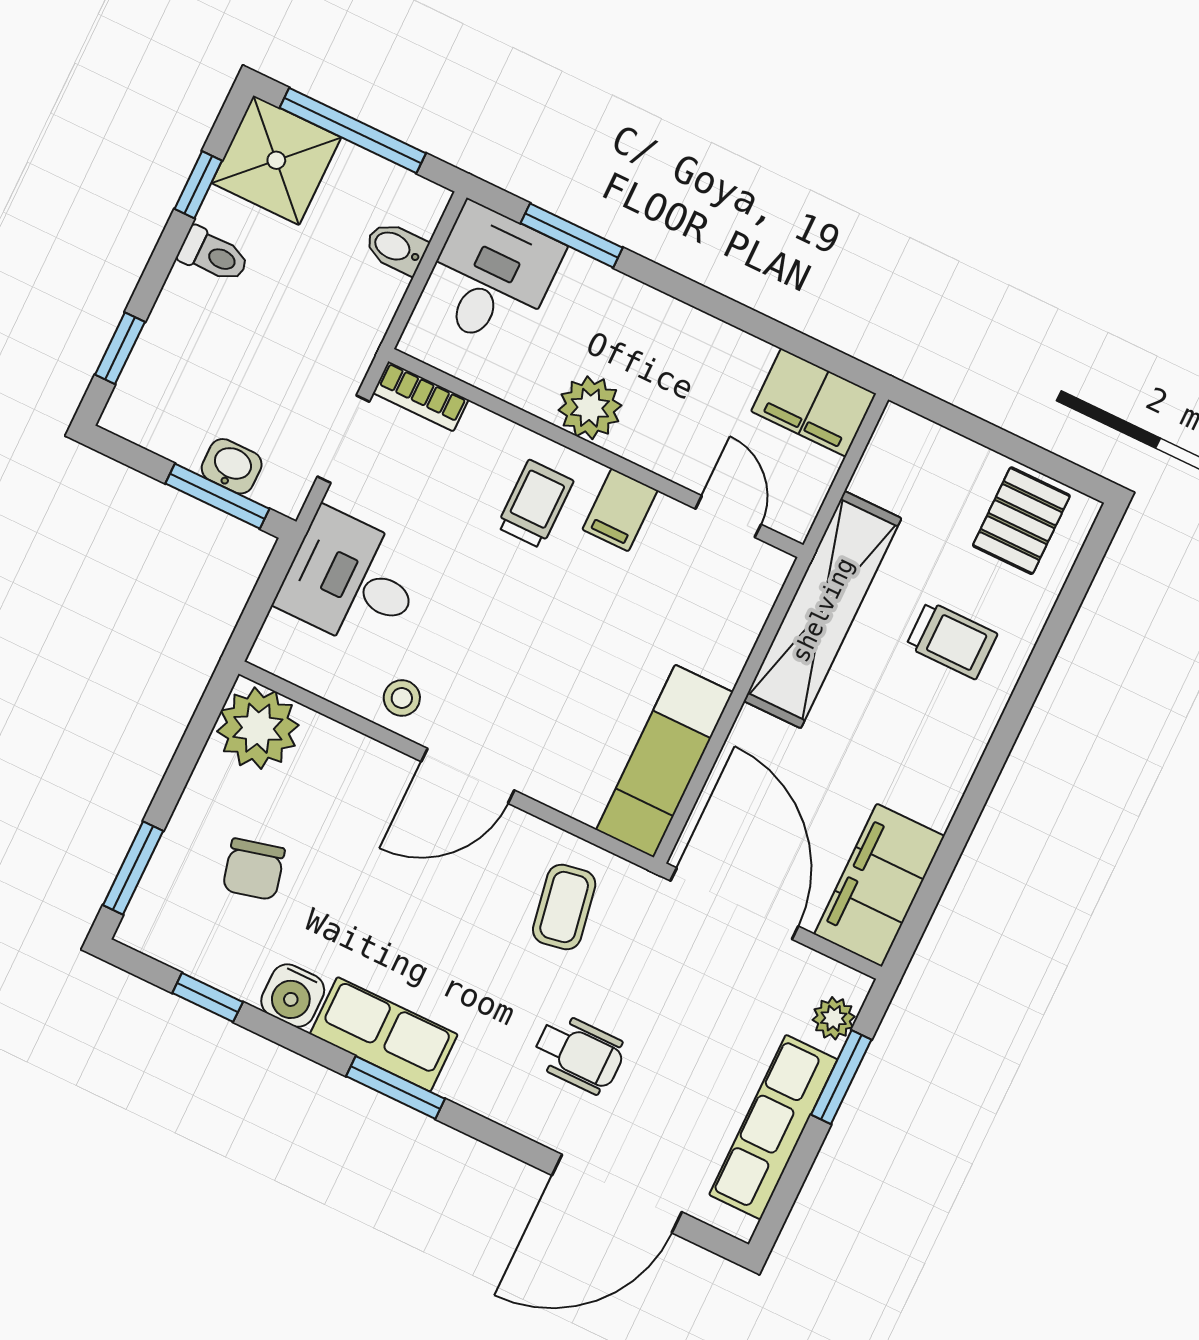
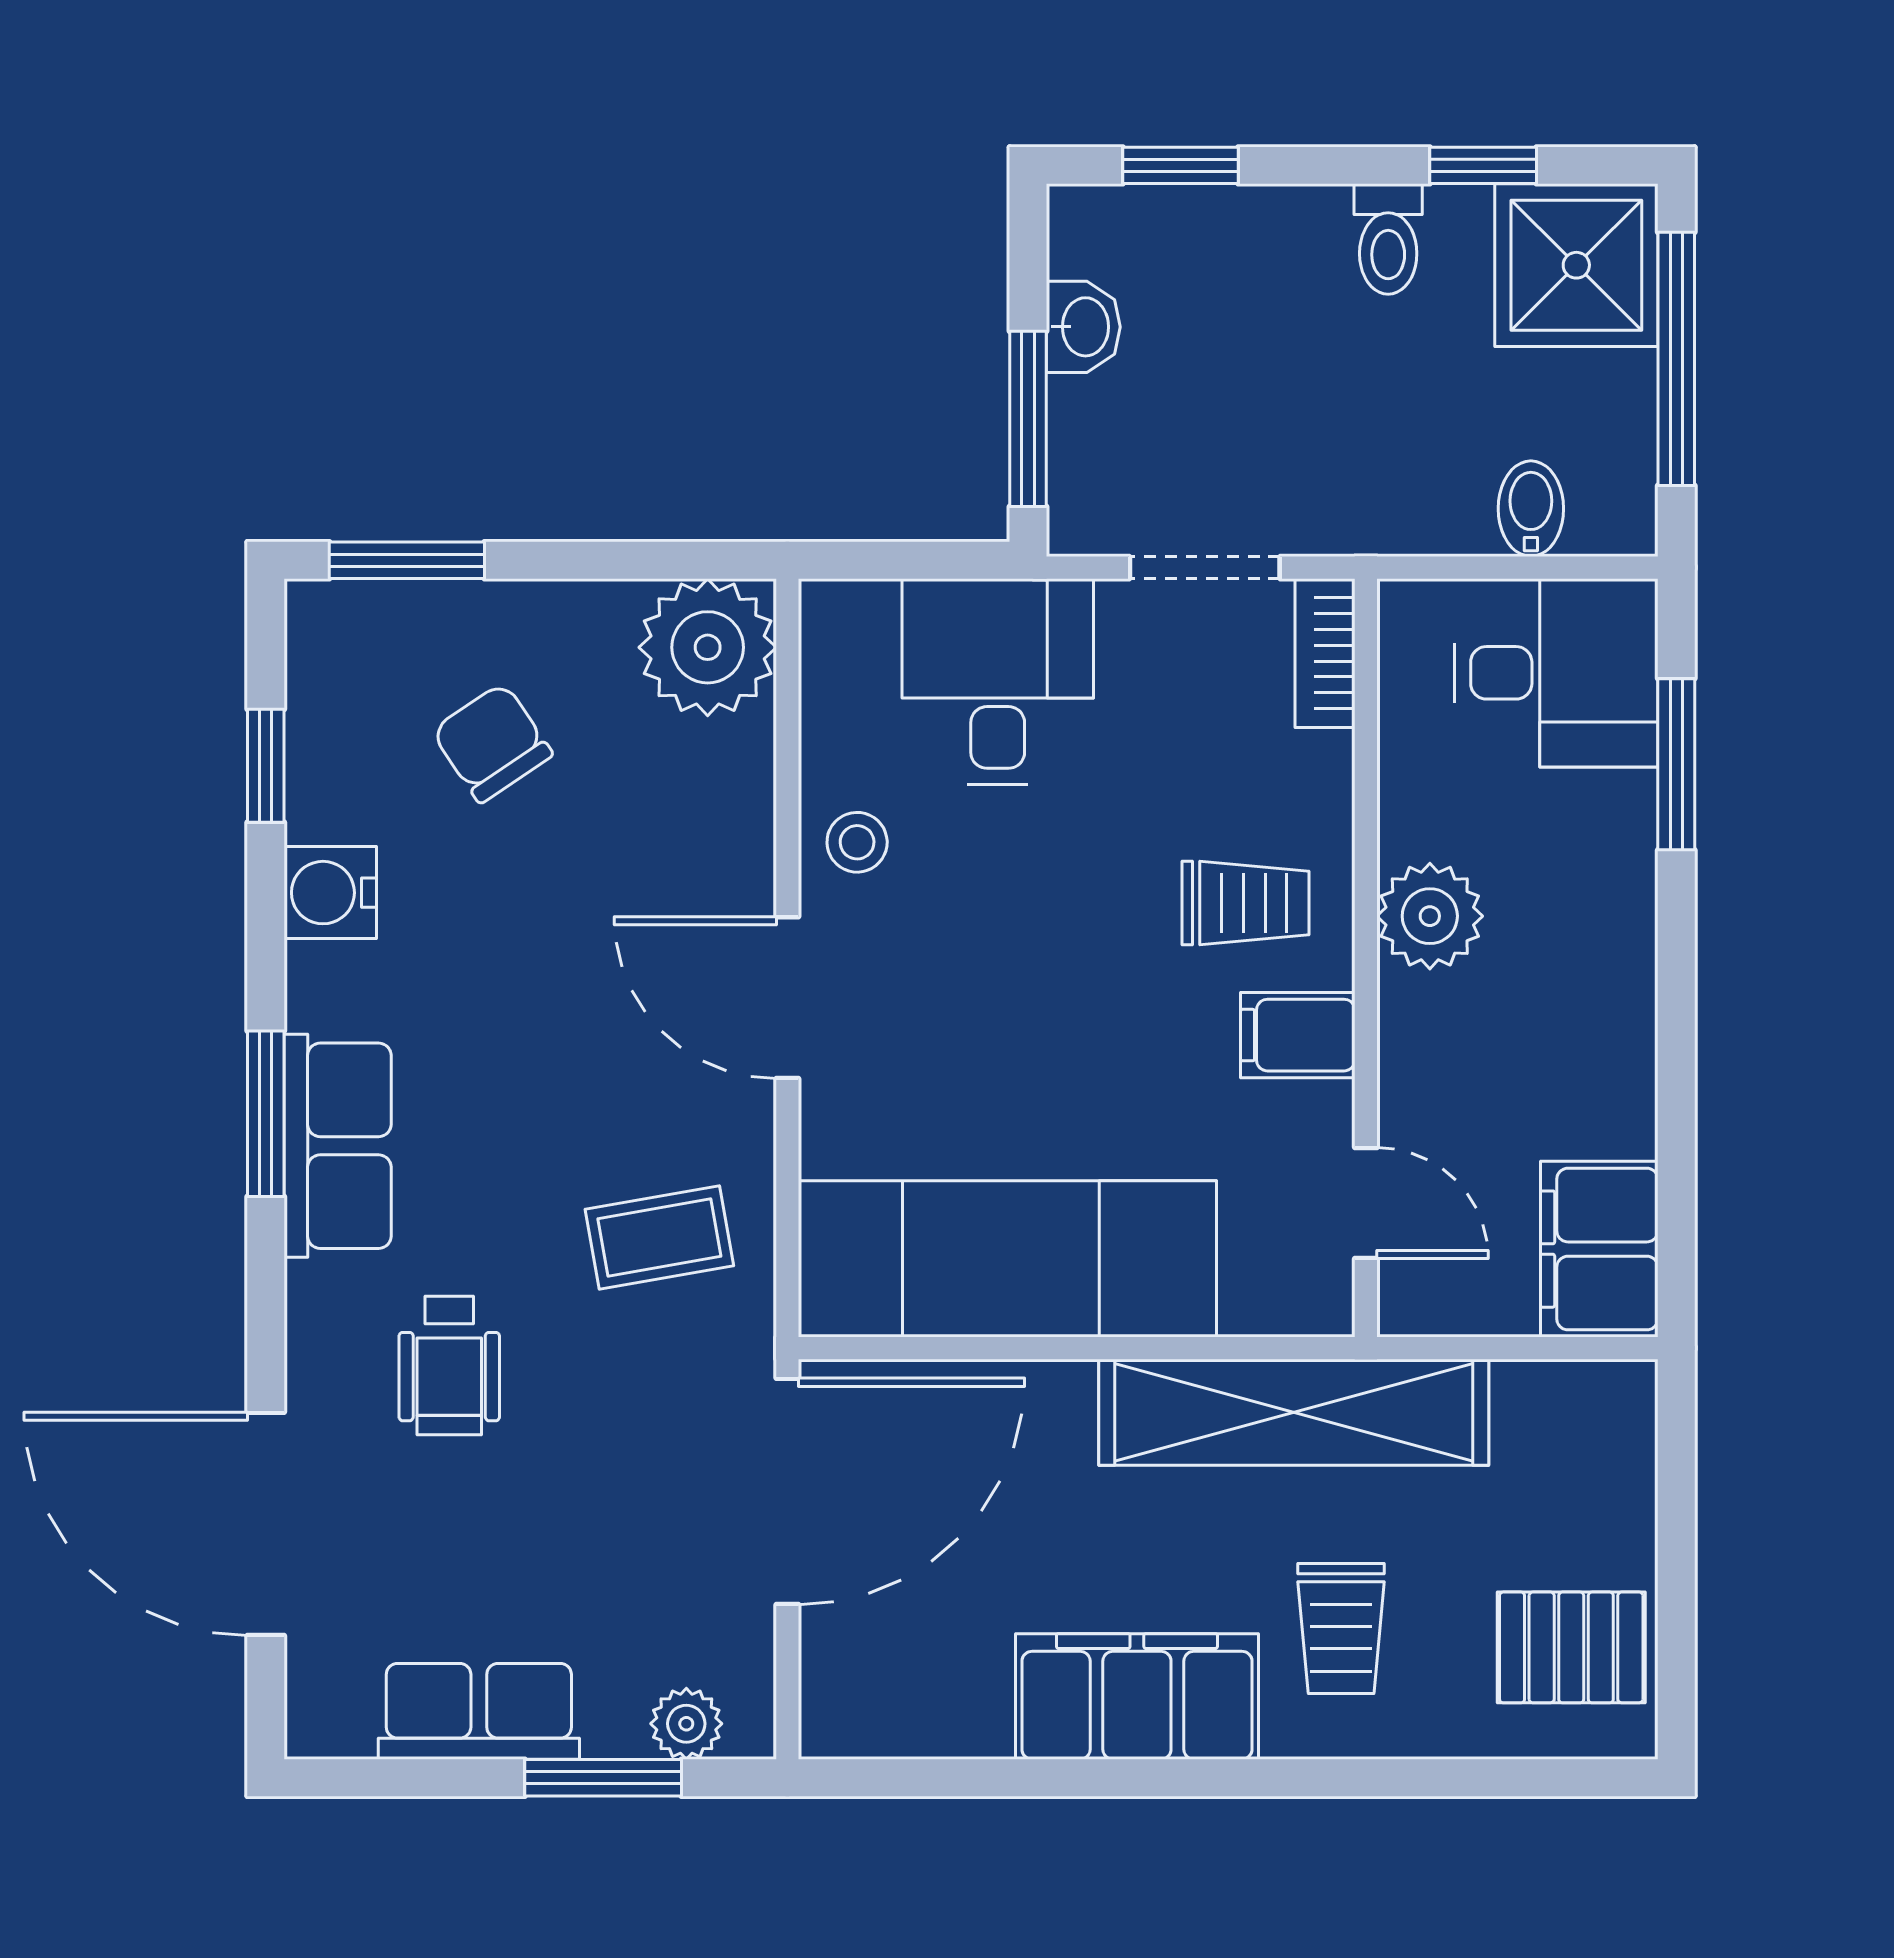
washbasin: (232, 466) -> (1083, 327), moved
door: (728, 517) -> (1366, 1203), hinge flipped
exam couch: (664, 761) -> (1007, 1259), width x1.36, depth x1.45
chair: (254, 869) -> (492, 743), turned 70
filing cabinet: (879, 885) -> (1137, 1696), moved
row of seats: (384, 1034) -> (338, 1146), moved
row of seats: (773, 1127) -> (479, 1711), width x0.68

